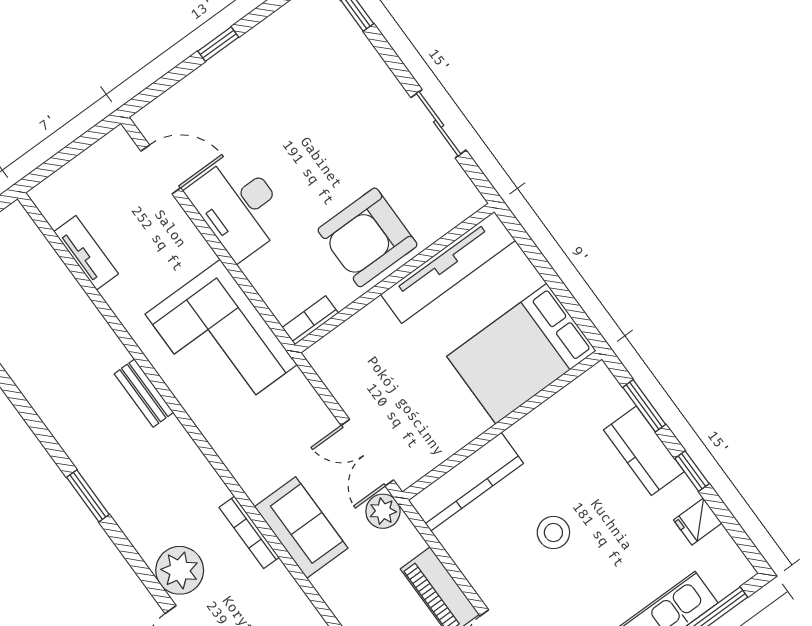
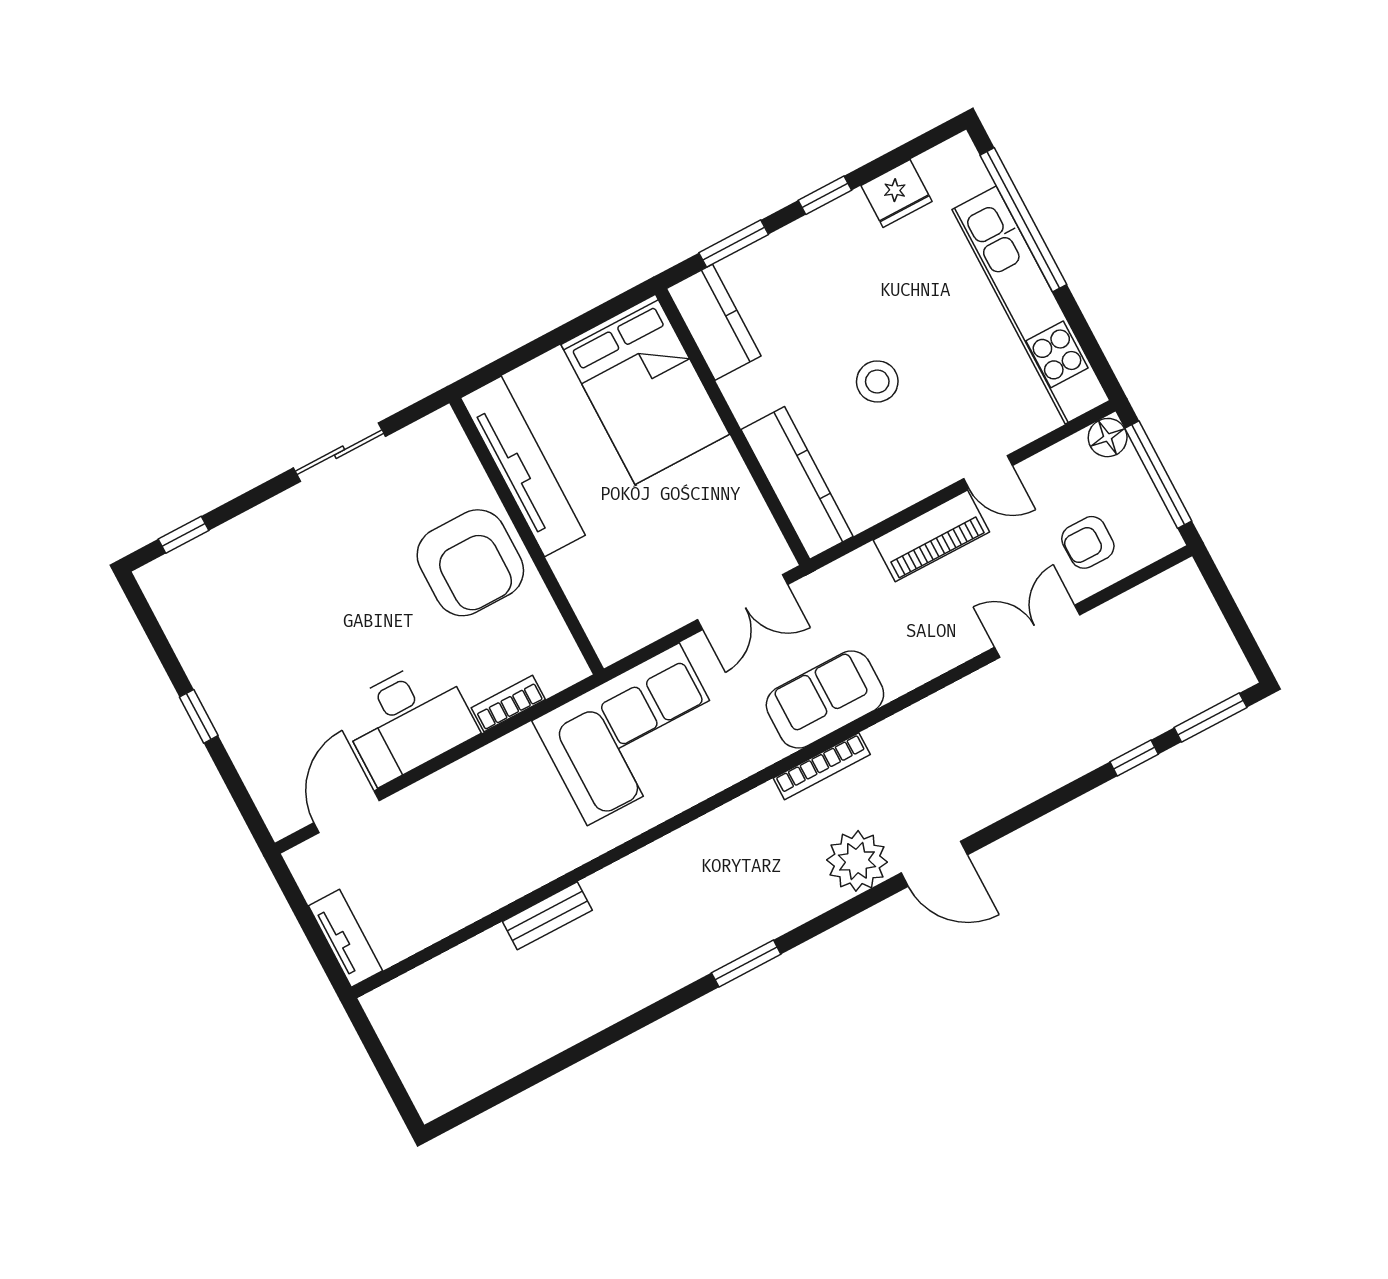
tv unit: (86, 253) -> (345, 938), moved, turned 90
bookcase: (310, 320) -> (508, 704), moved, turned 90
corner sofa: (221, 339) -> (633, 734), moved
bench: (144, 393) -> (547, 916), moved
kitchen counter: (644, 451) -> (714, 322), moved, turned -90
plant: (383, 511) -> (819, 593), removed
fridge: (698, 522) -> (897, 194), width x1.38

